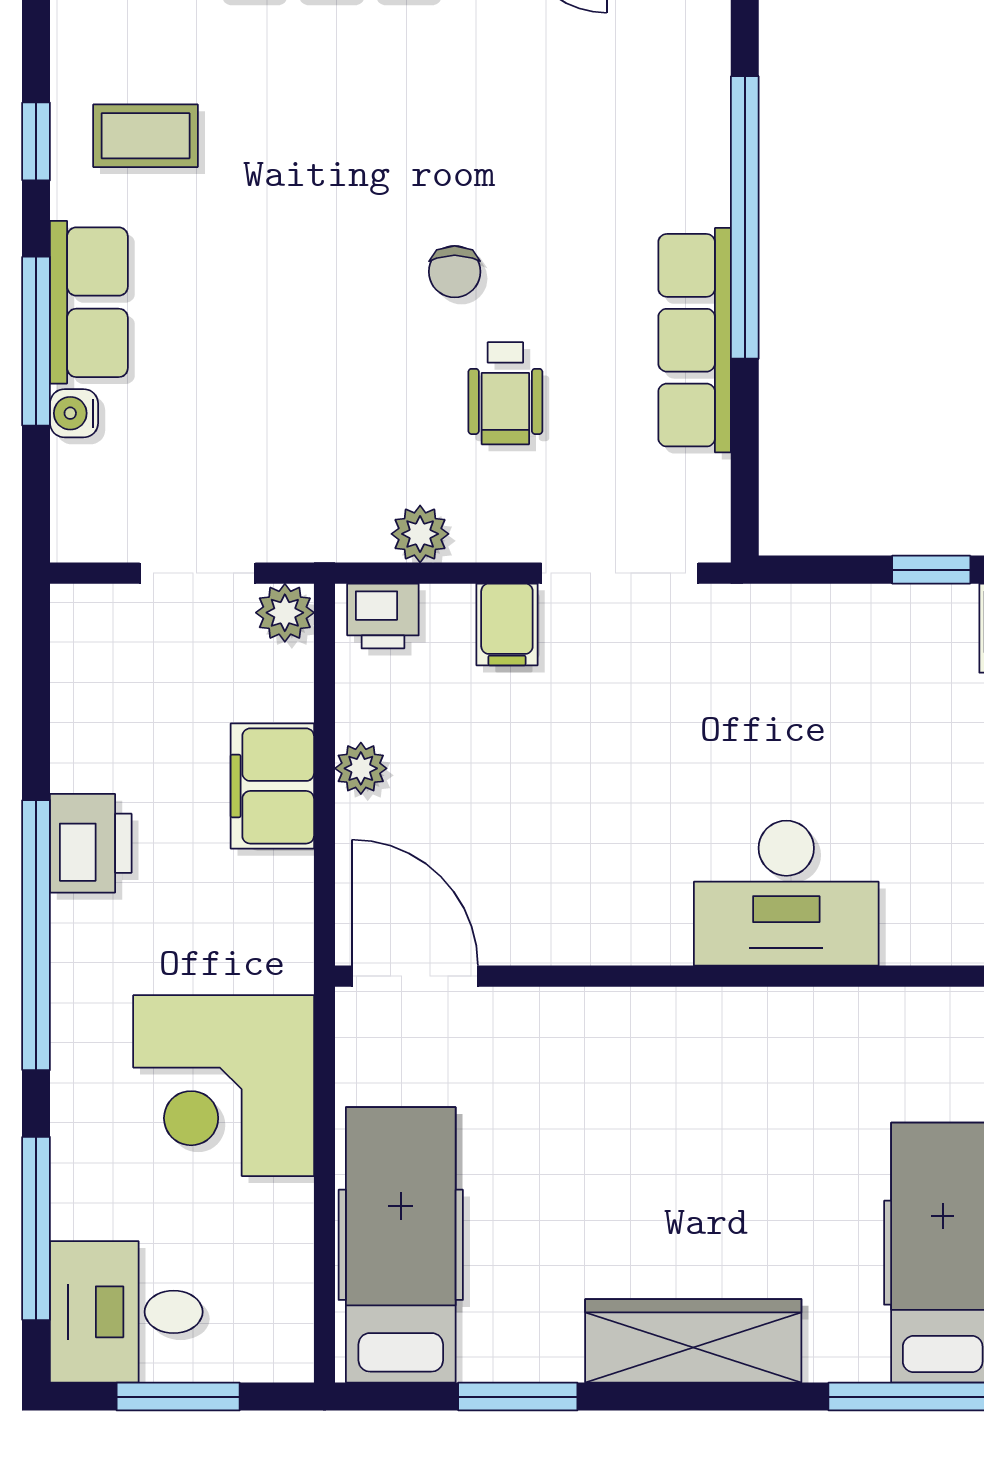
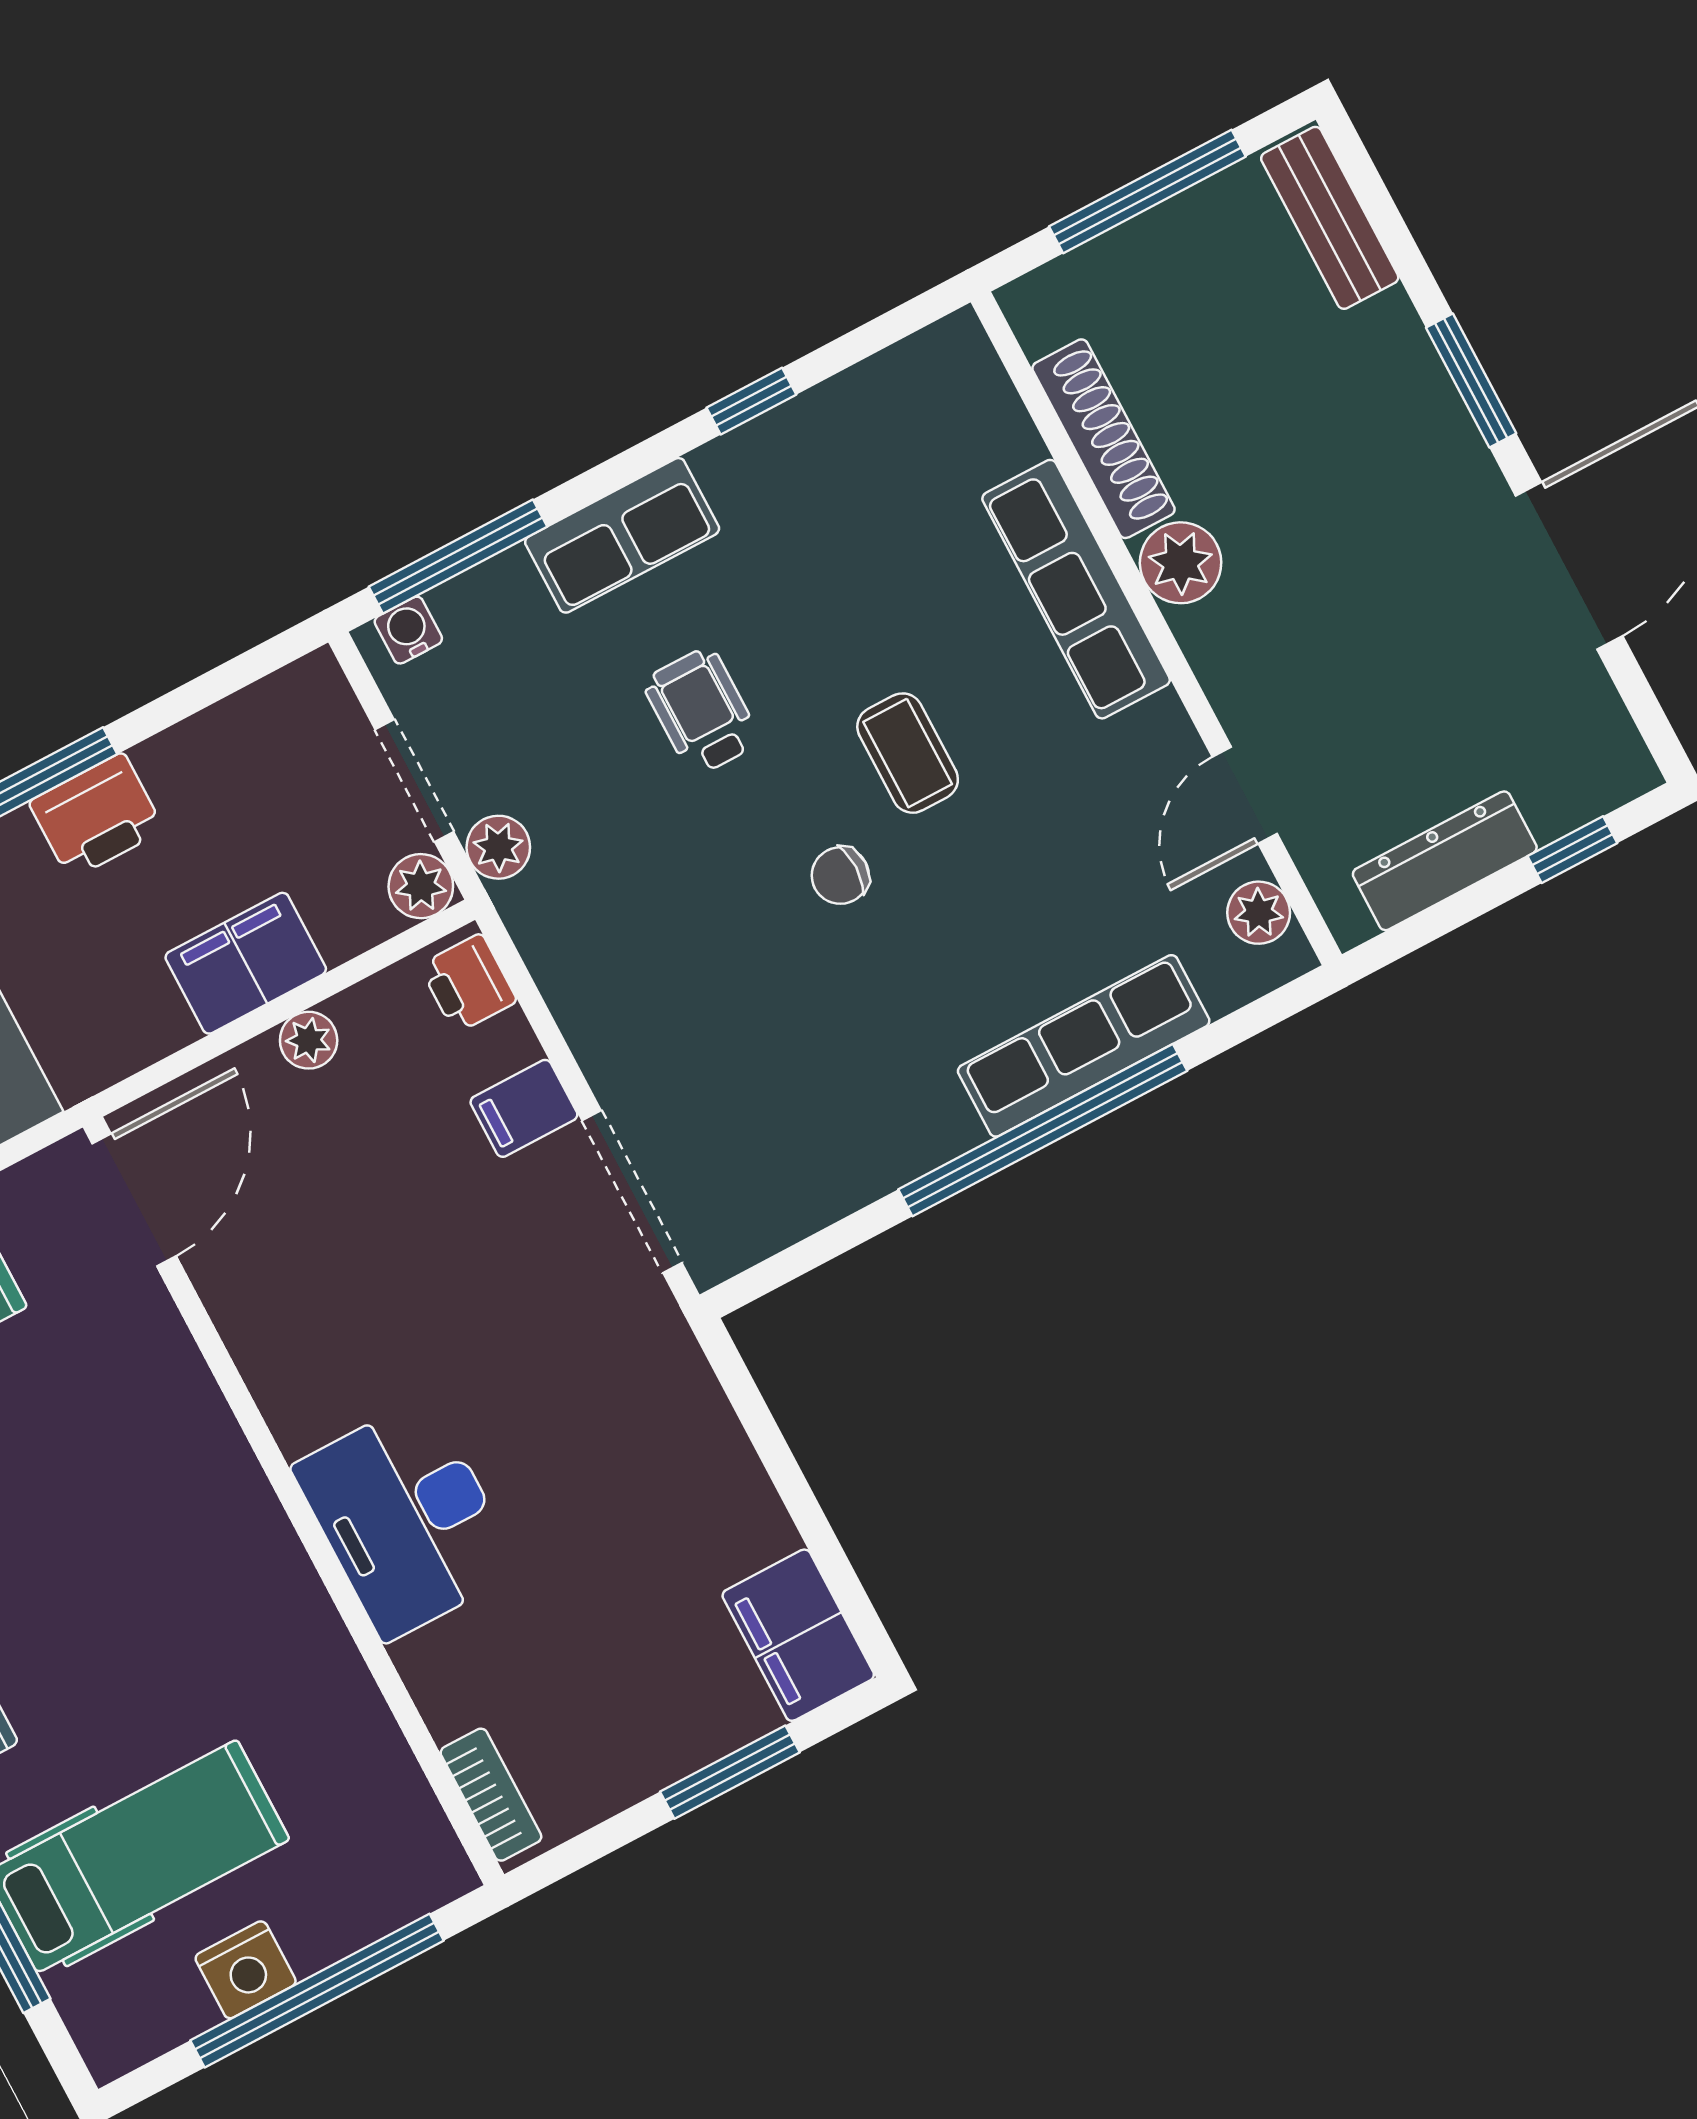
coffee table: (146, 136) -> (908, 753), moved
row of seats: (695, 340) -> (1084, 1046), moved
window: (36, 341) -> (458, 557), moved
wheelchair: (505, 393) -> (702, 711), moved, turned 90
water cooler: (74, 413) -> (408, 630), moved
plant: (420, 534) -> (498, 847), moved
window: (931, 570) -> (796, 1493), removed

